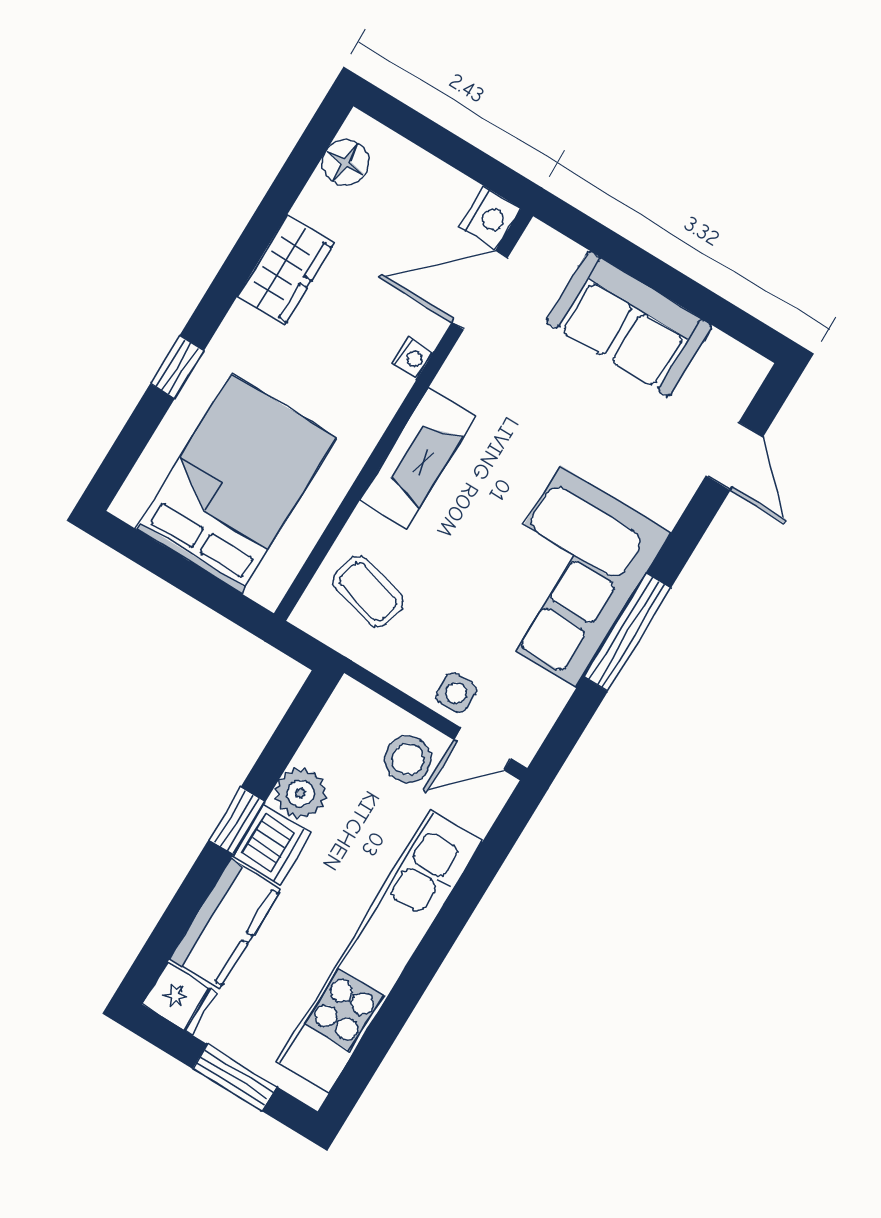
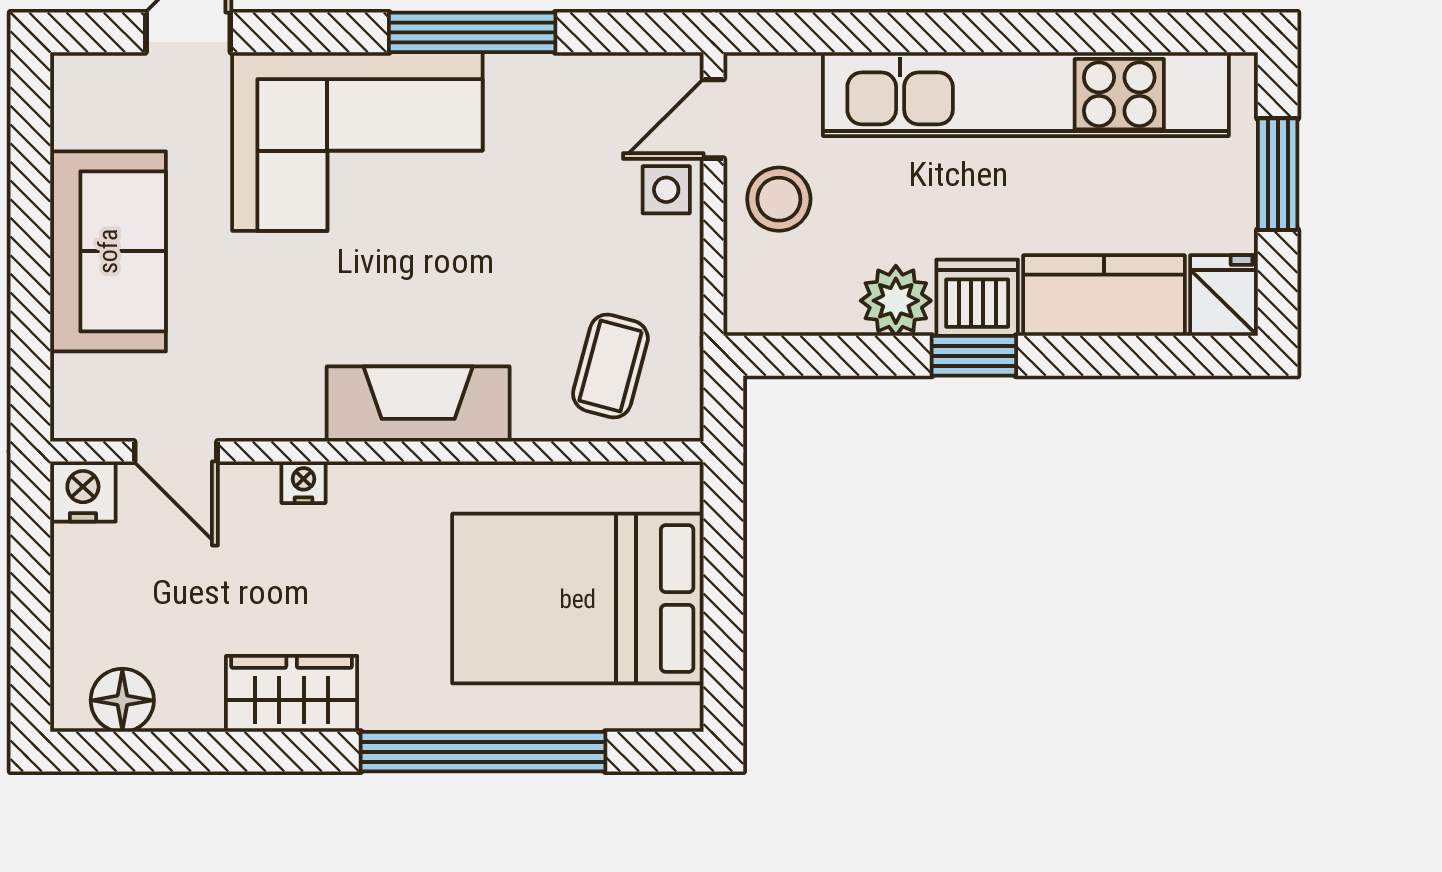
door: (480, 290) -> (176, 451), width x0.73
window: (177, 367) -> (483, 752), width x3.17
corner sofa: (568, 576) -> (357, 142), moved
door: (482, 749) -> (713, 119), swing flipped

